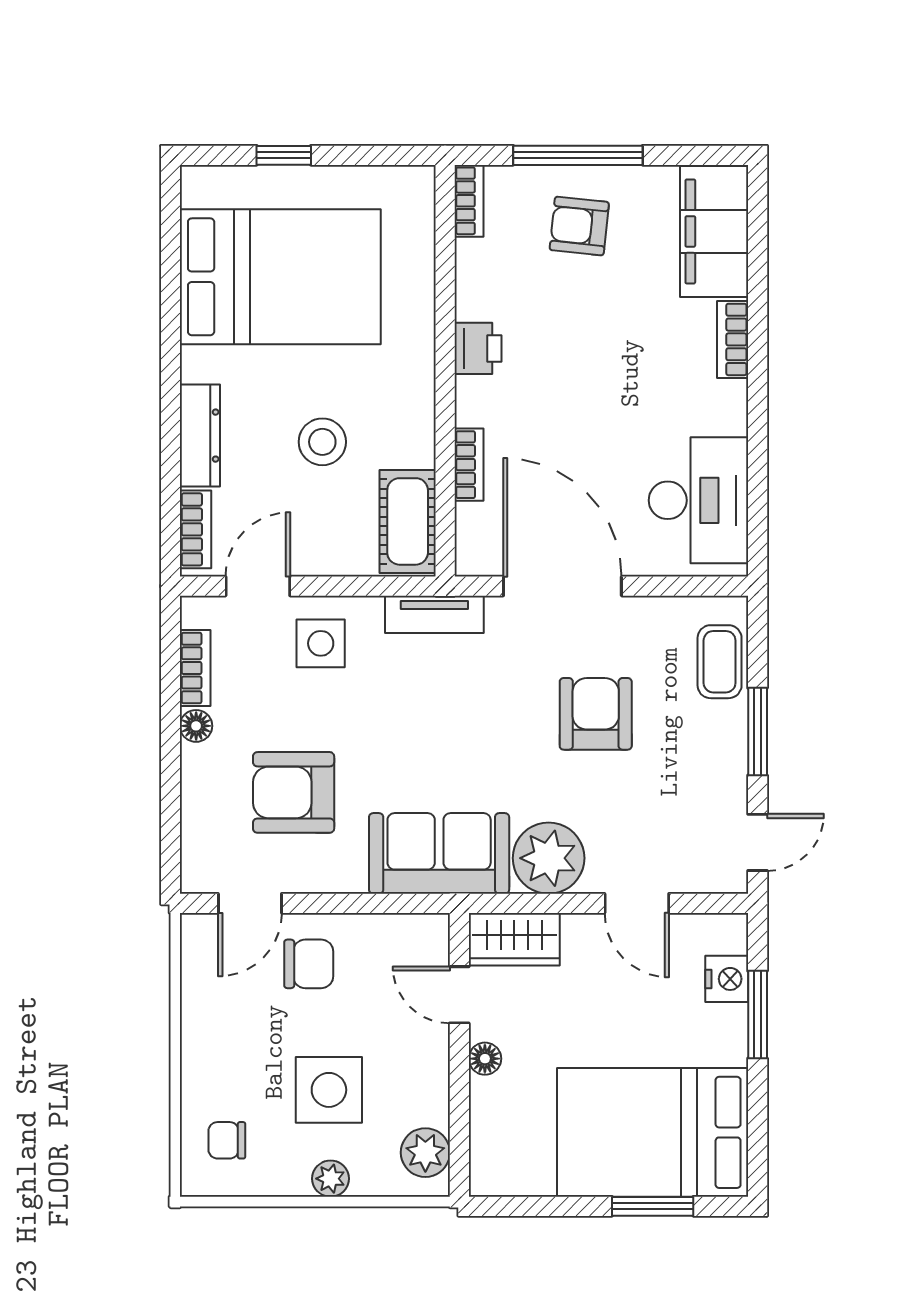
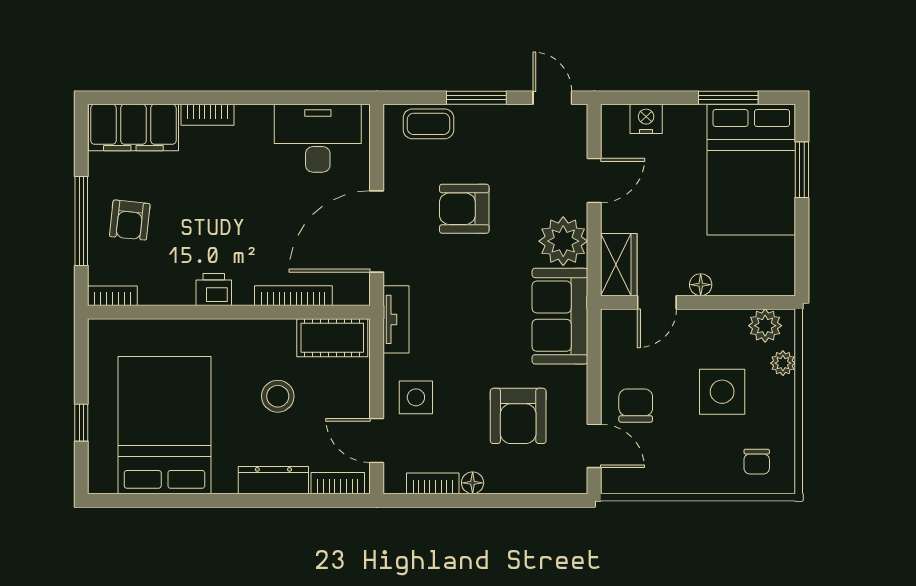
bookcase: (469, 465) -> (293, 296), width x1.56
window: (758, 1015) -> (728, 98), moved
plant: (331, 1179) -> (783, 363), moved

